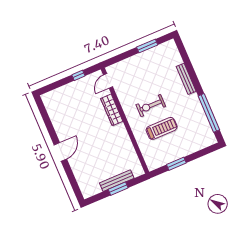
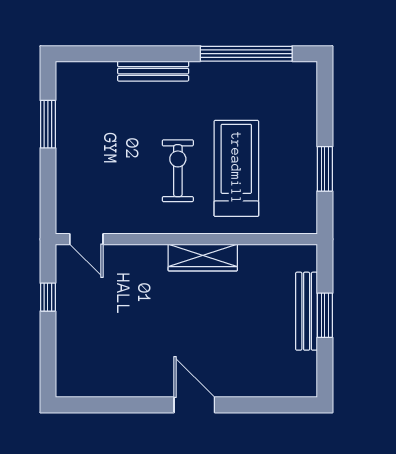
exercise bike: (151, 106) -> (178, 171), turned 180
wardrobe: (112, 110) -> (203, 258), moved
treadmill: (162, 128) -> (236, 168), width x1.37, depth x1.38

